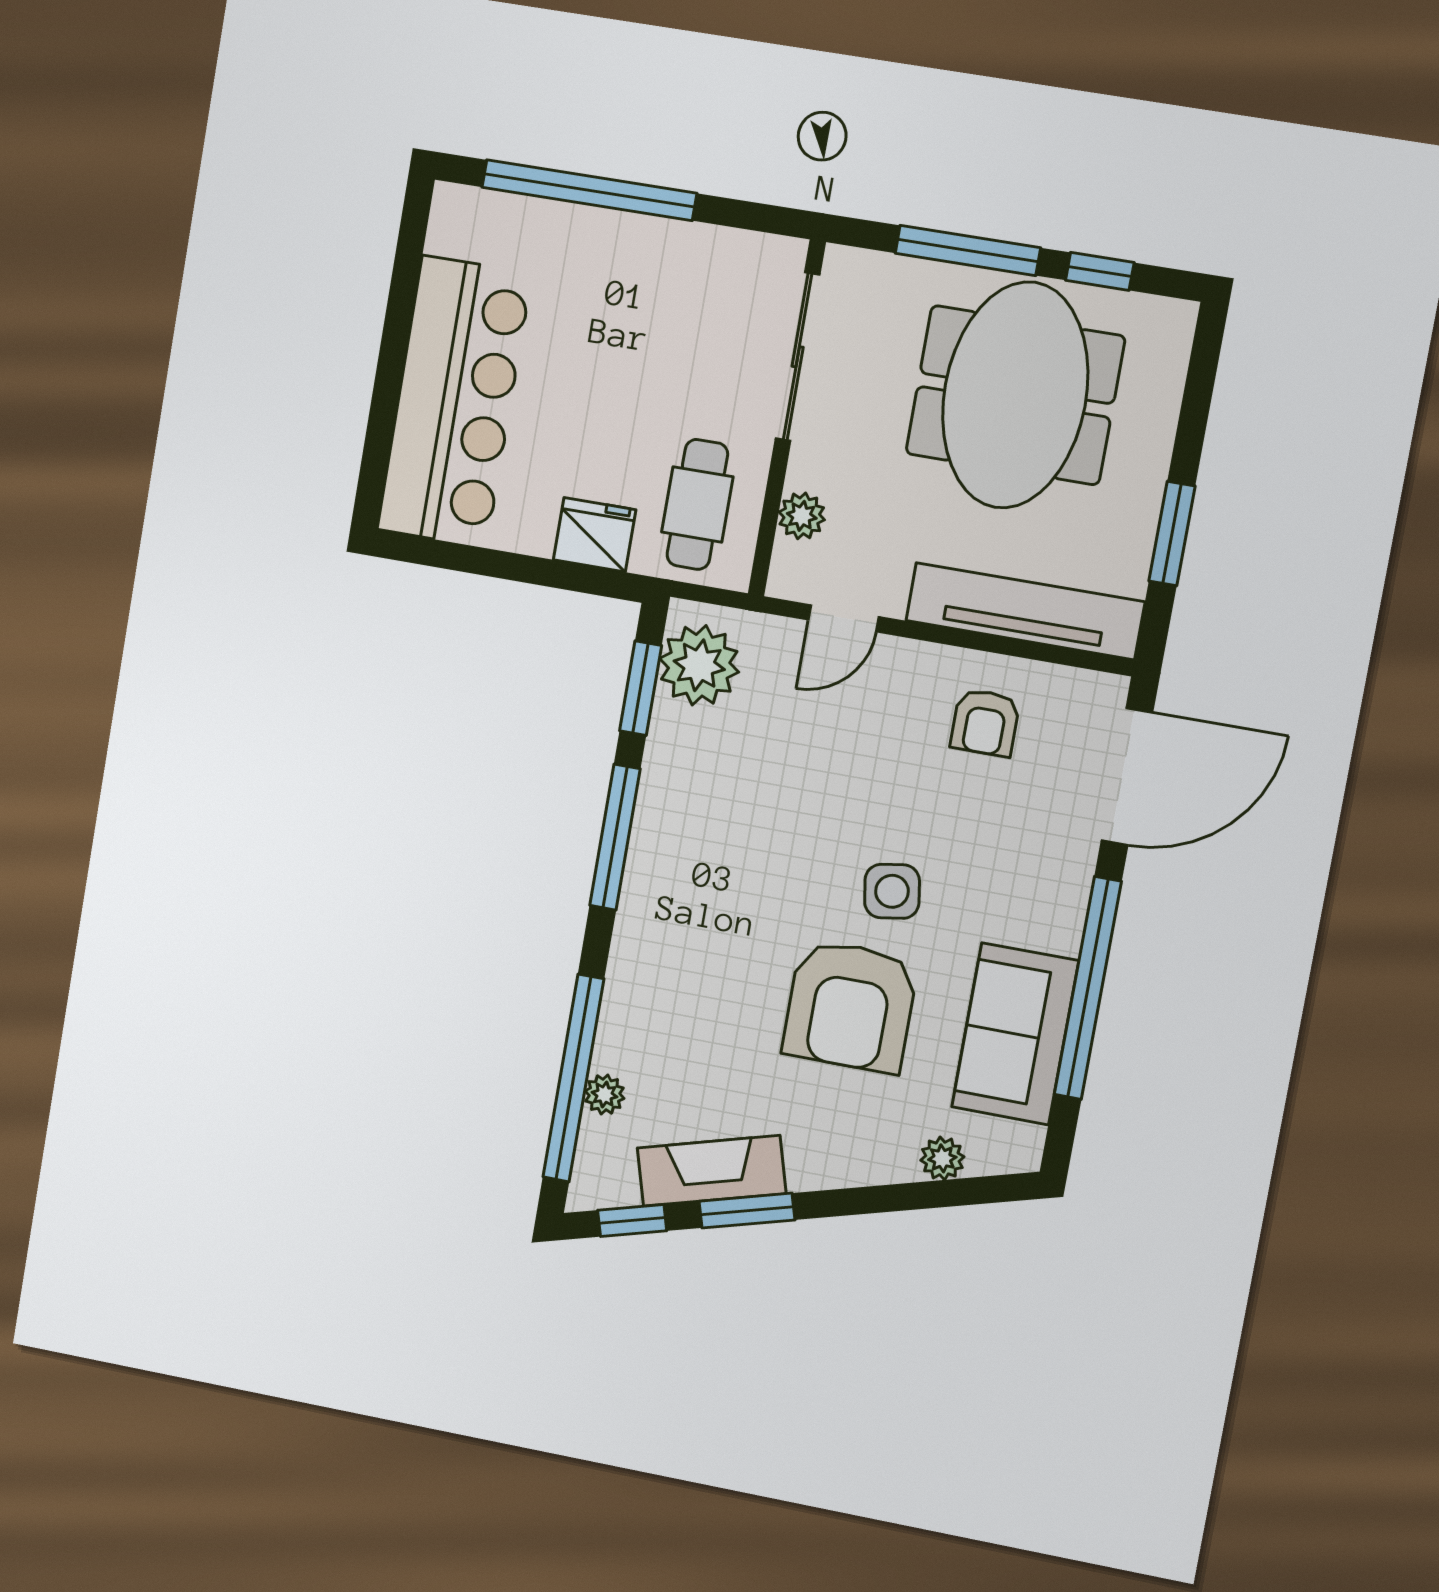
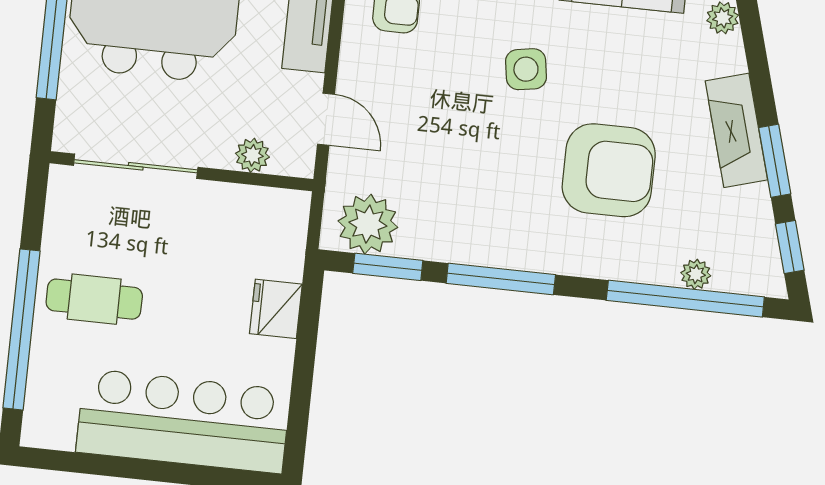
cafe table: (697, 504) -> (94, 299), moved
armchair: (850, 1006) -> (609, 170), moved
fireplace: (711, 1171) -> (736, 130), moved

